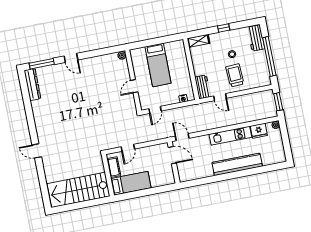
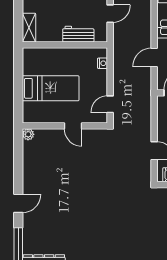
workbench: (203, 87) -> (78, 34), moved
door: (155, 110) -> (110, 104), swing flipped
door: (182, 137) -> (154, 57), moved

